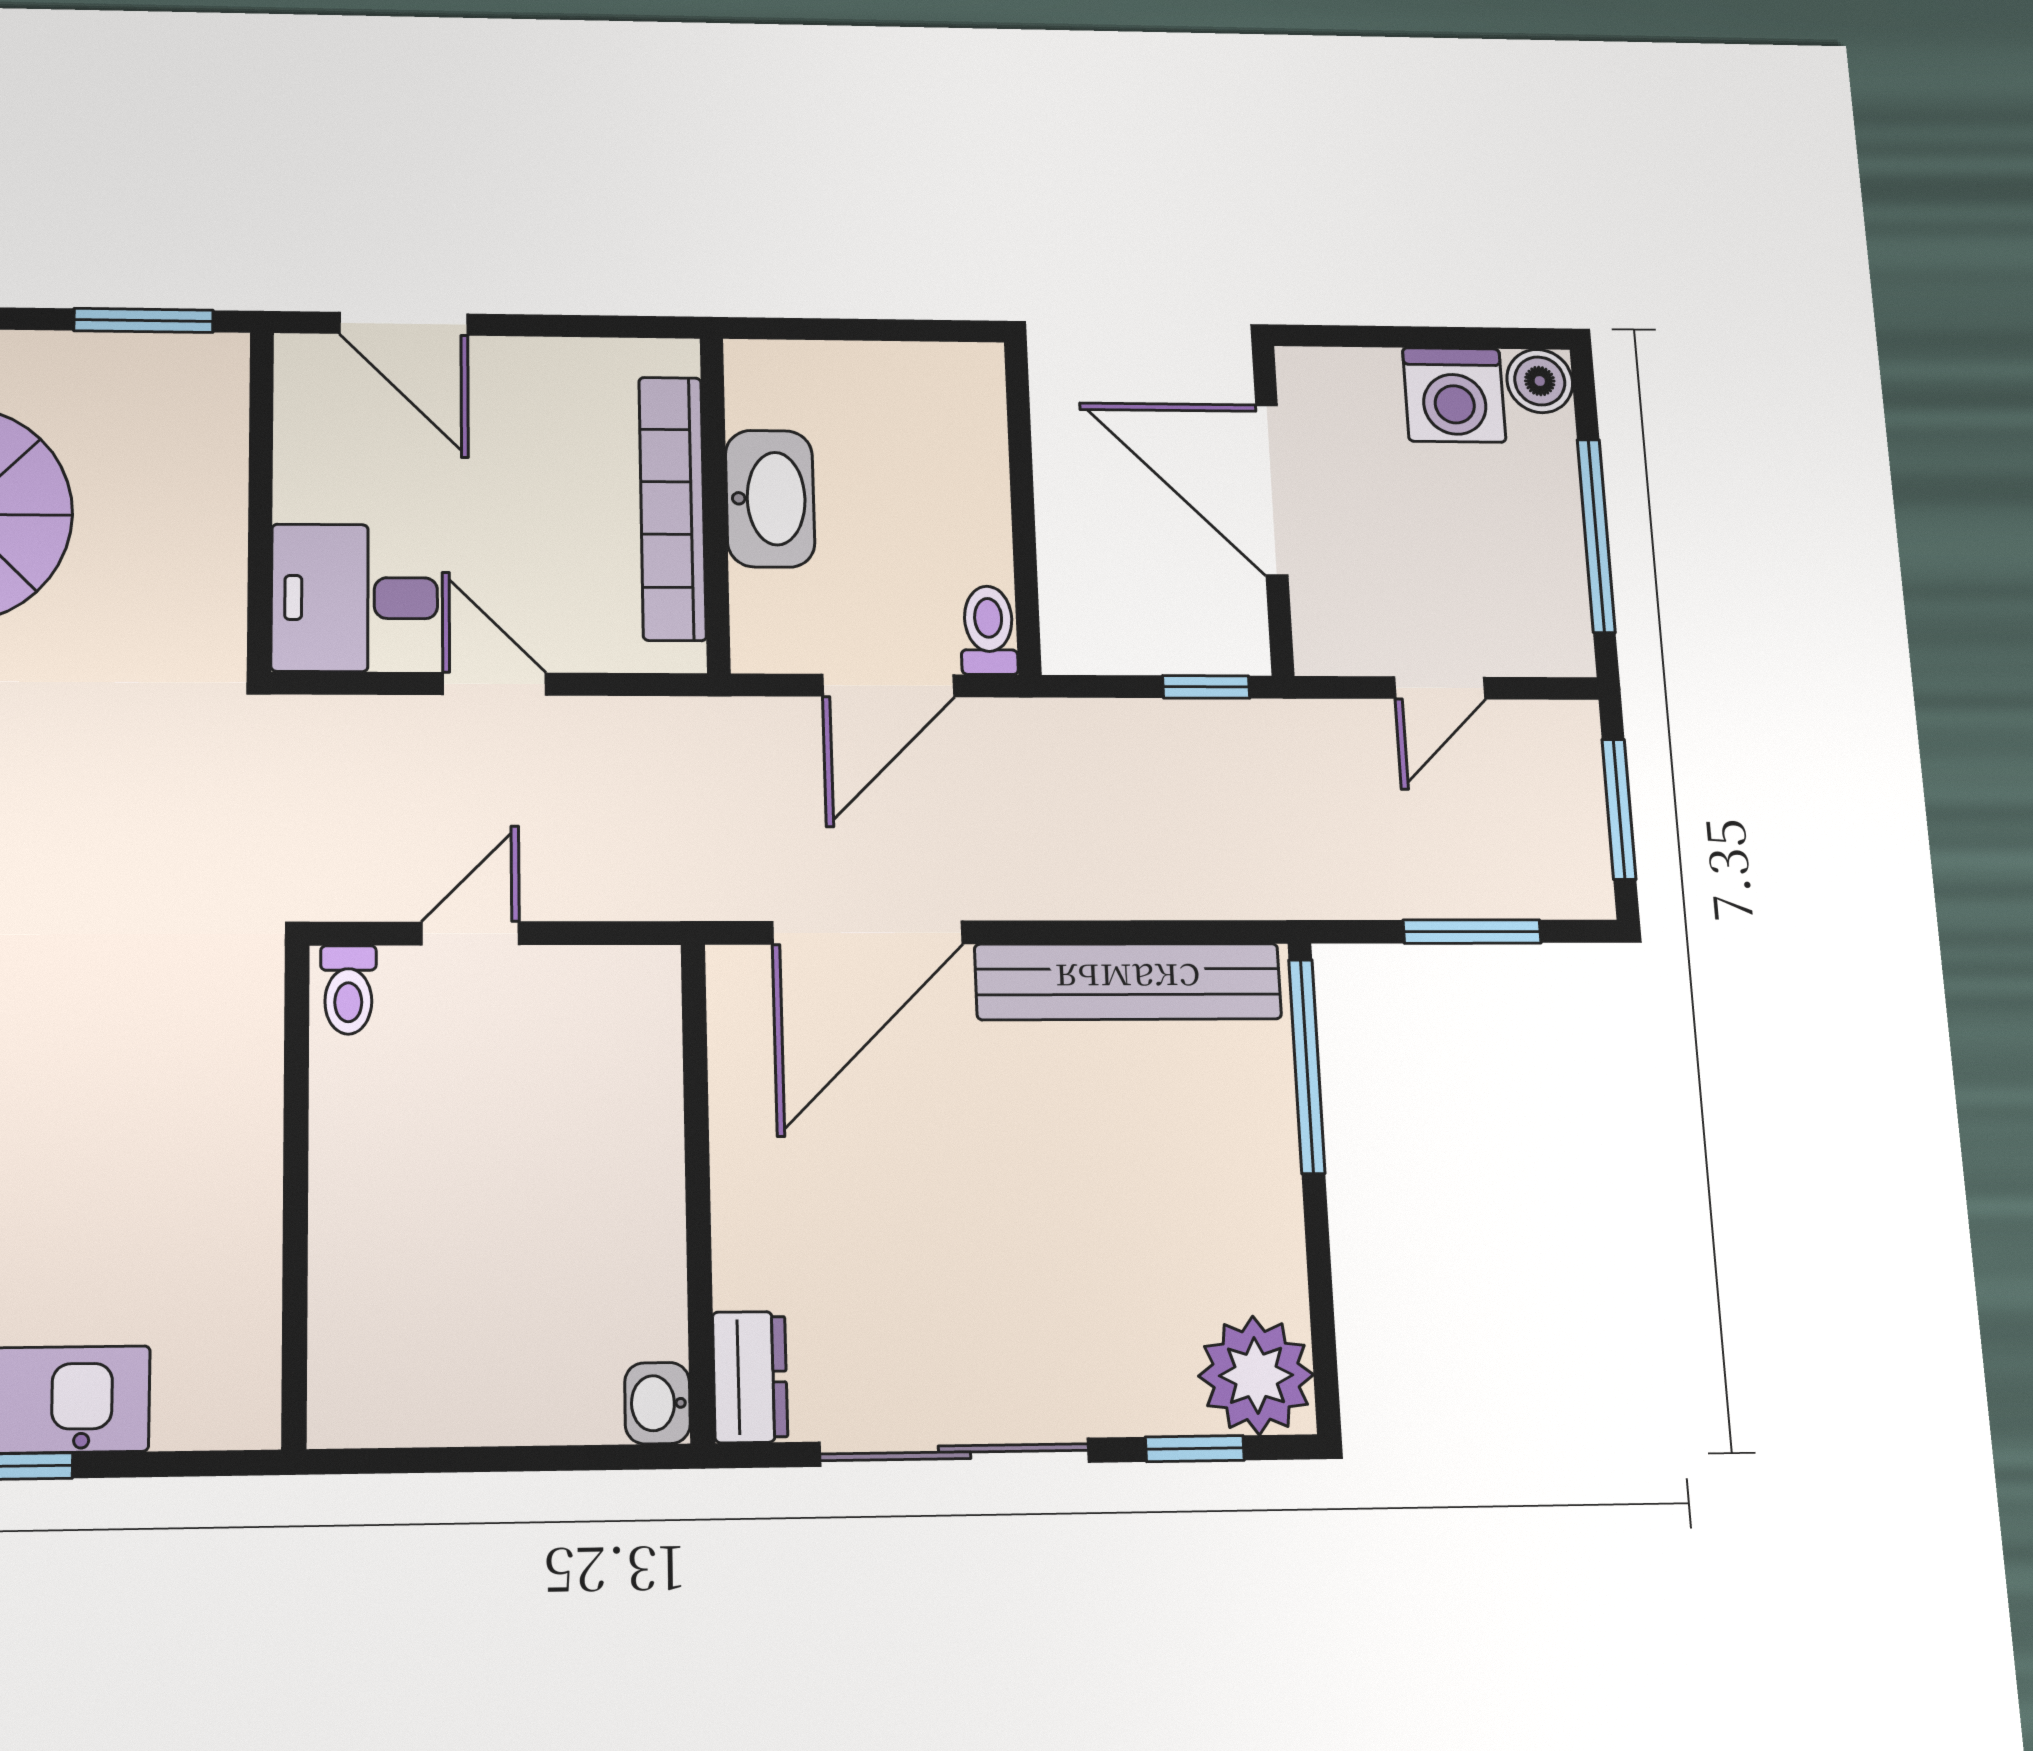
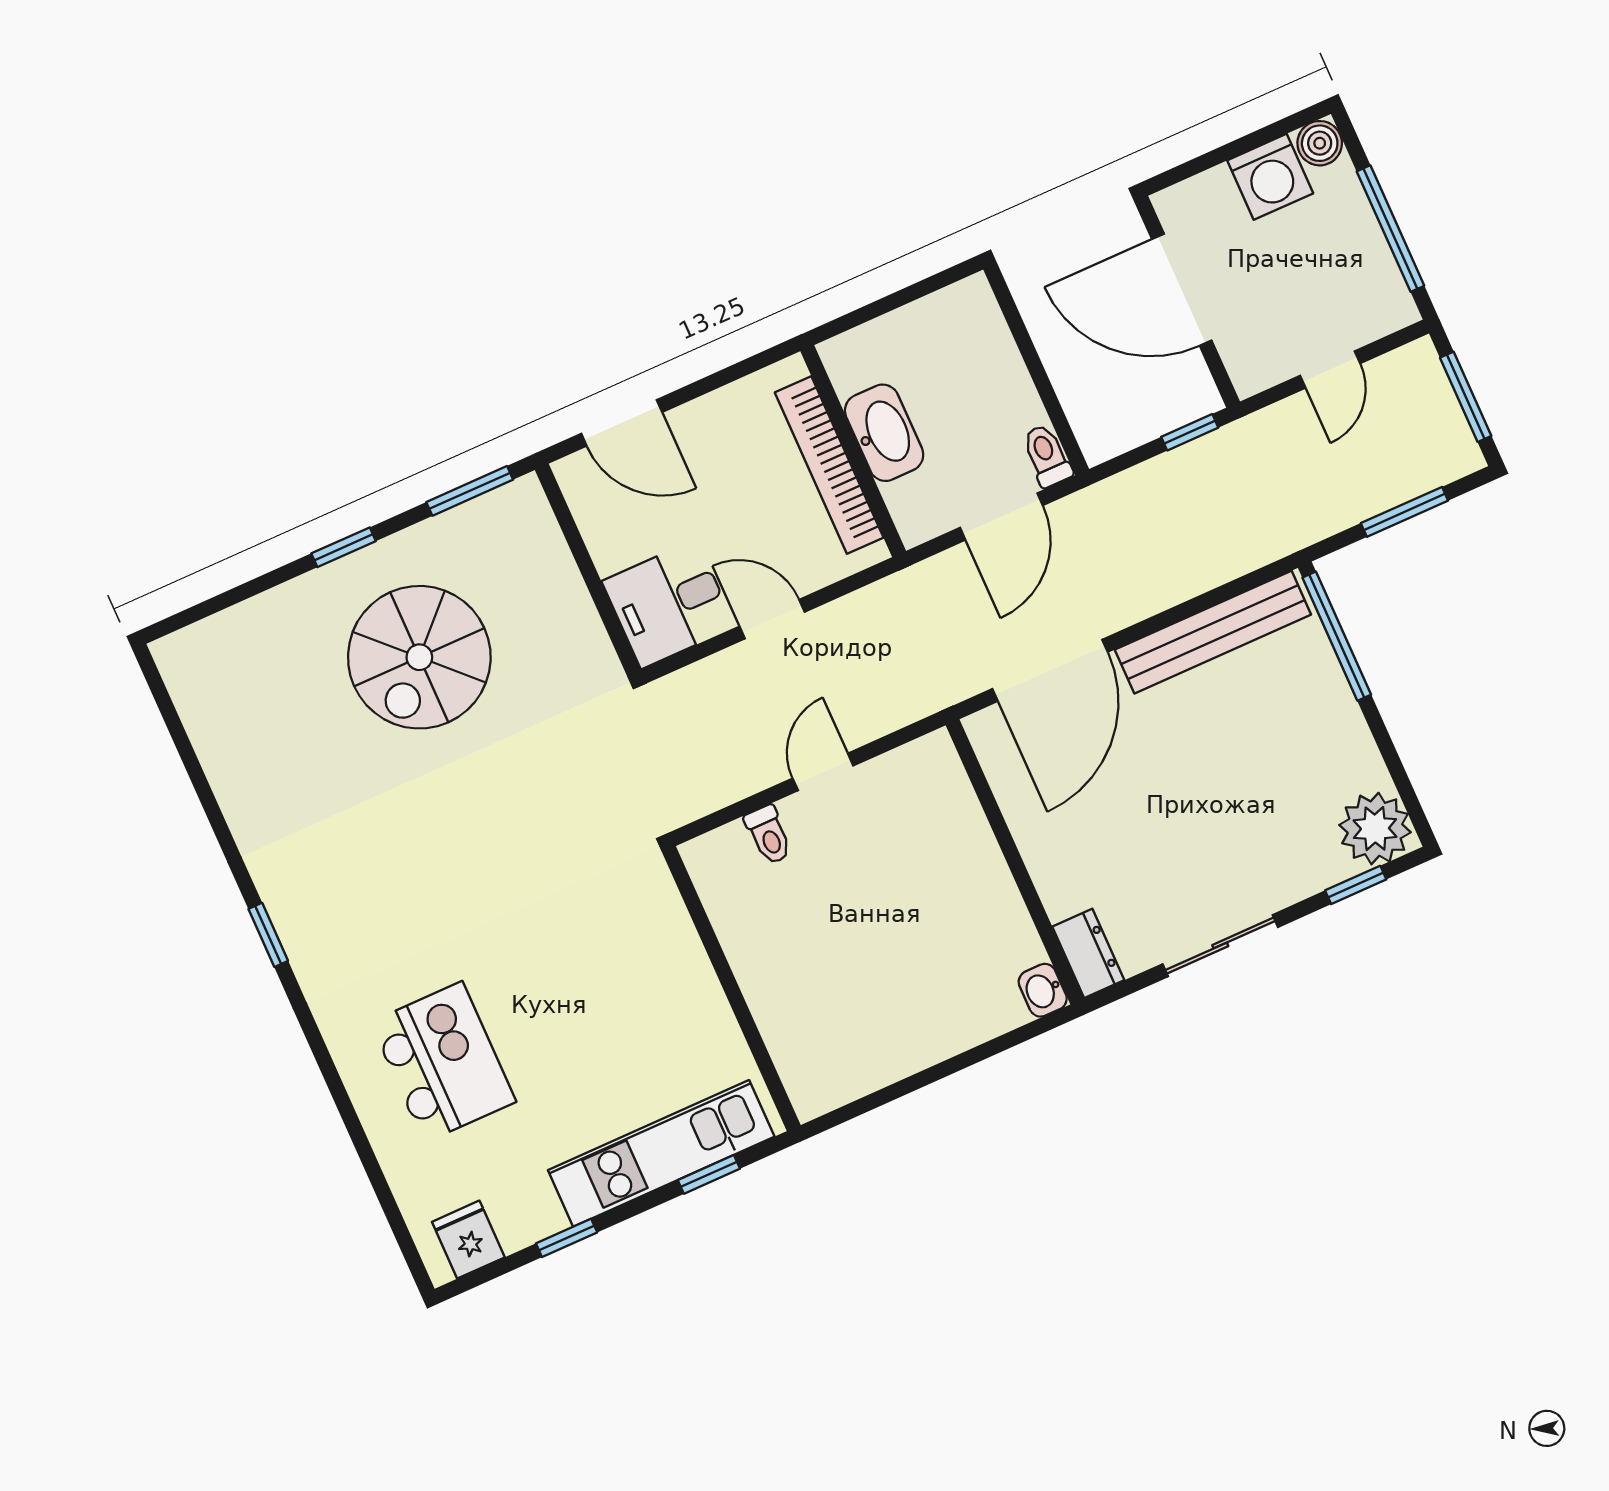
wall: (296, 1193) -> (731, 989), moved
sliding door: (955, 1452) -> (1220, 946), width x0.73

